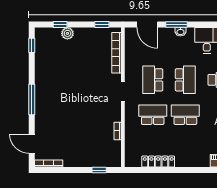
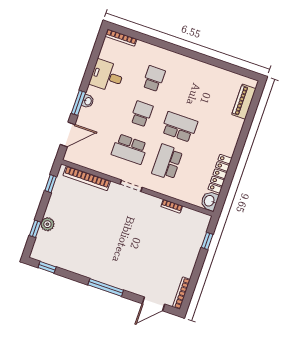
school desk: (185, 80) -> (142, 114), width x0.54
school desk: (185, 115) -> (179, 127), turned 90
washbasin: (133, 161) -> (210, 201), added

